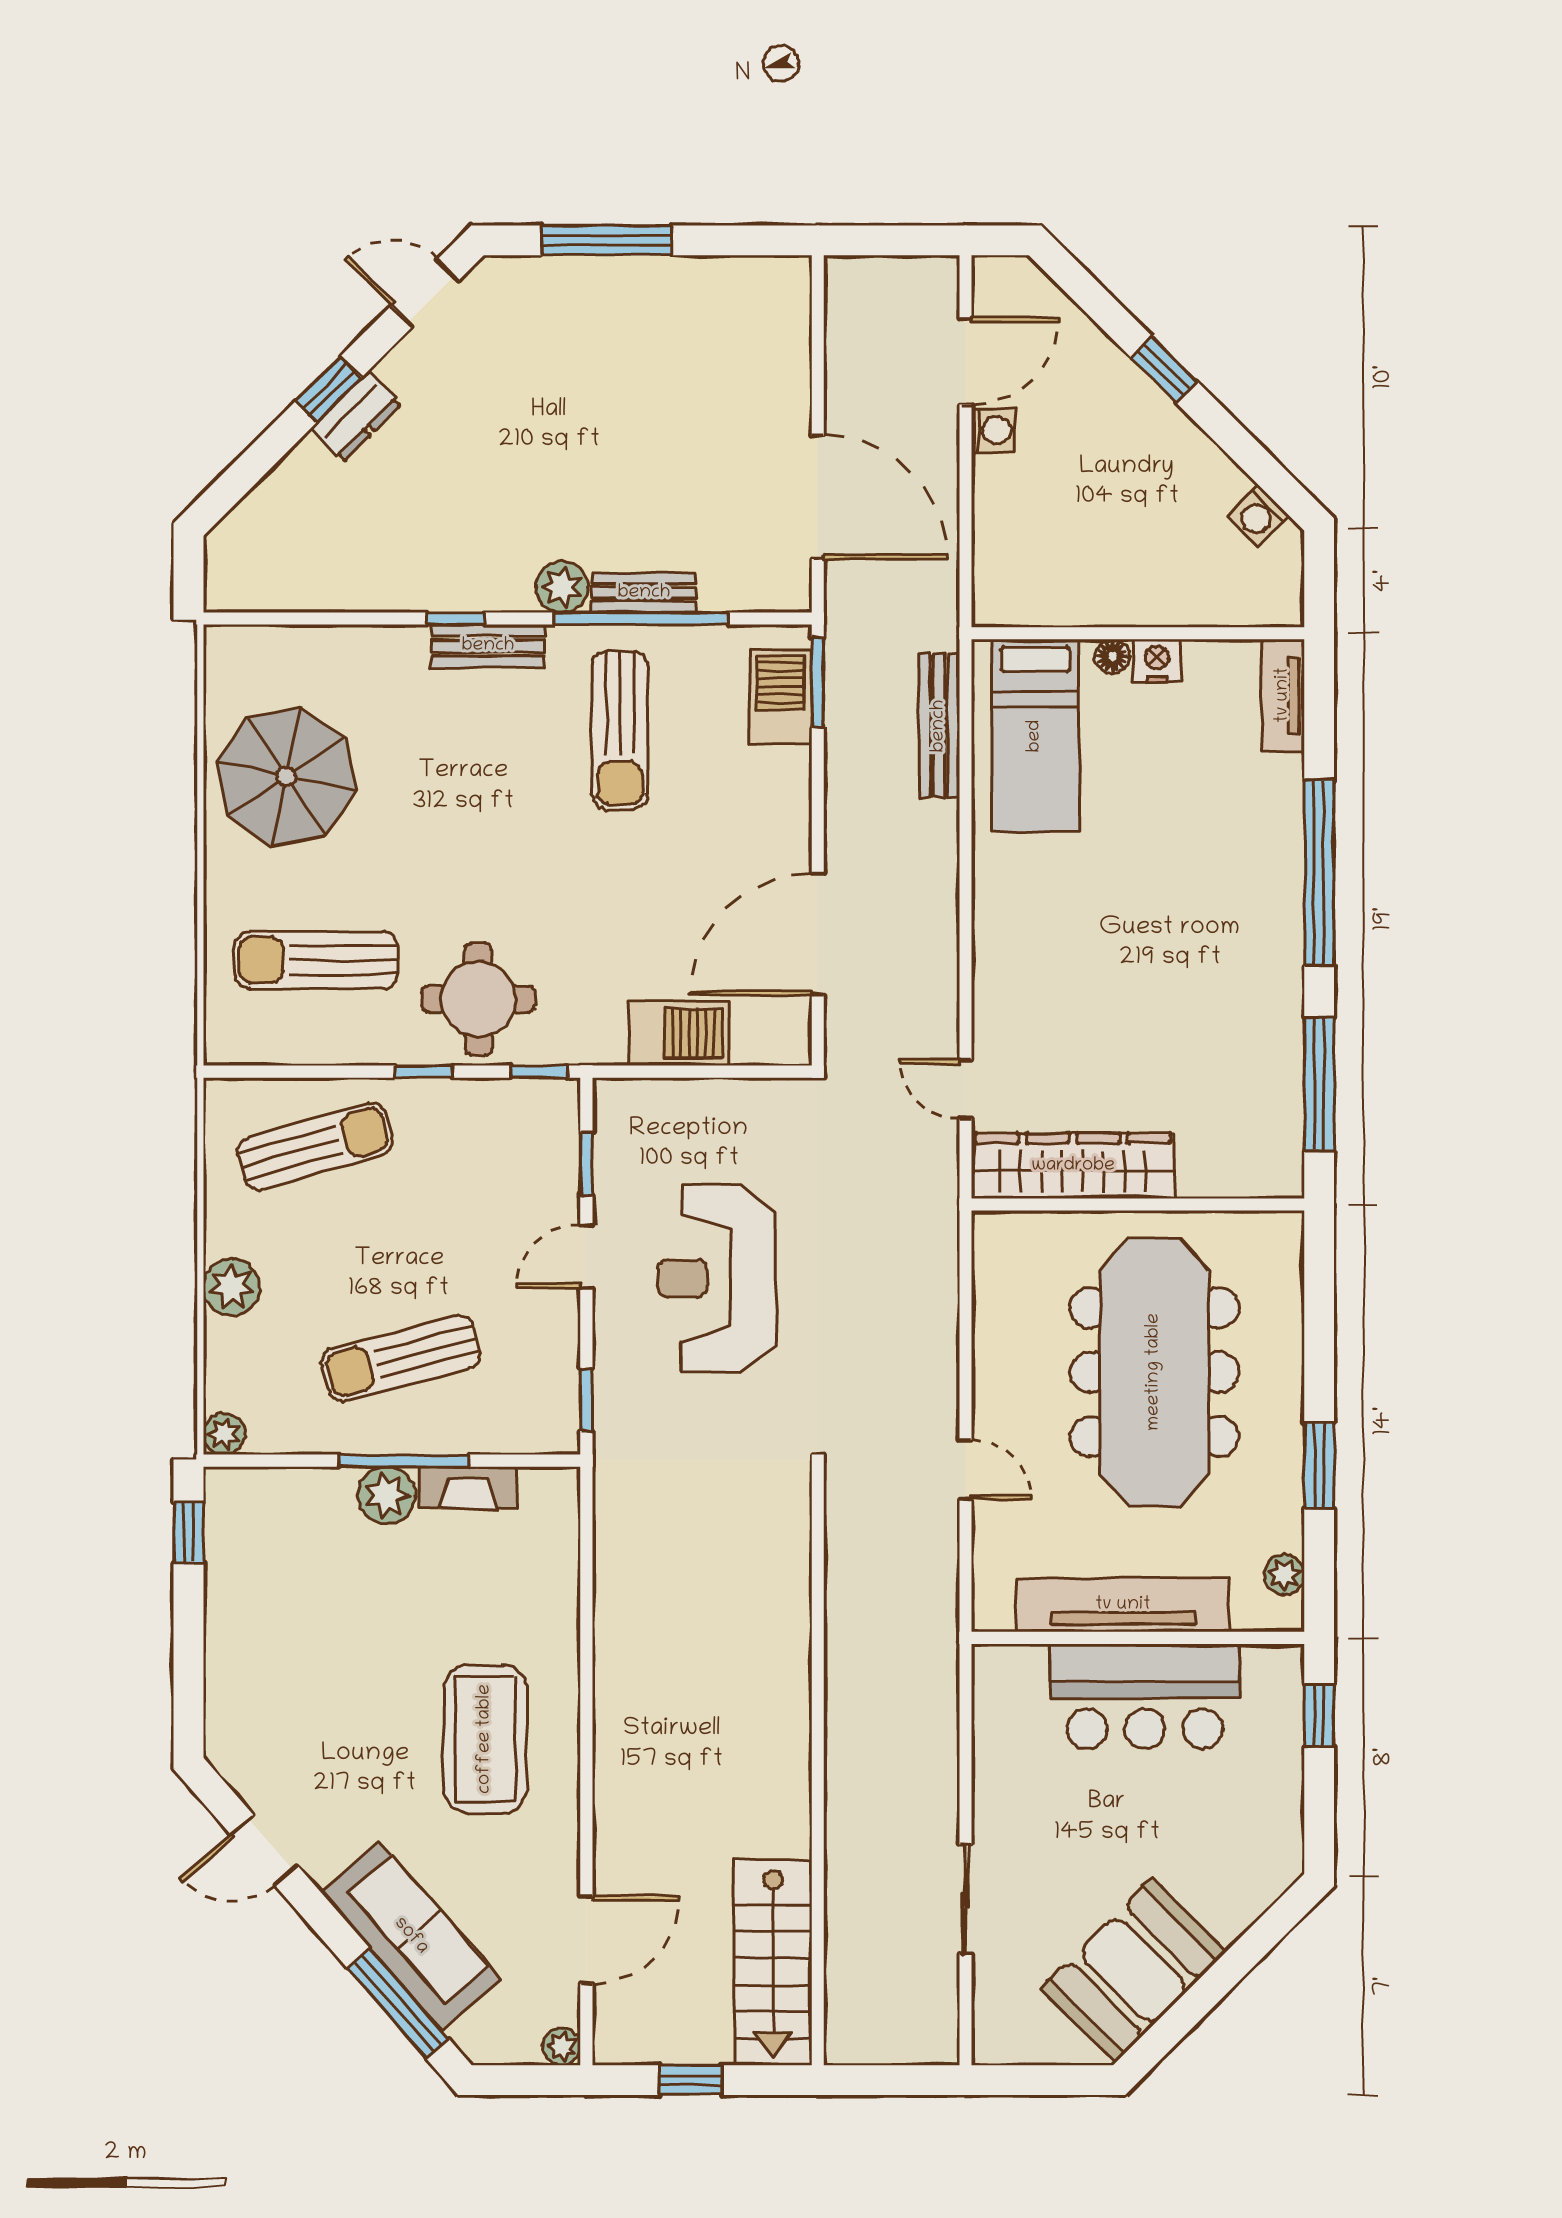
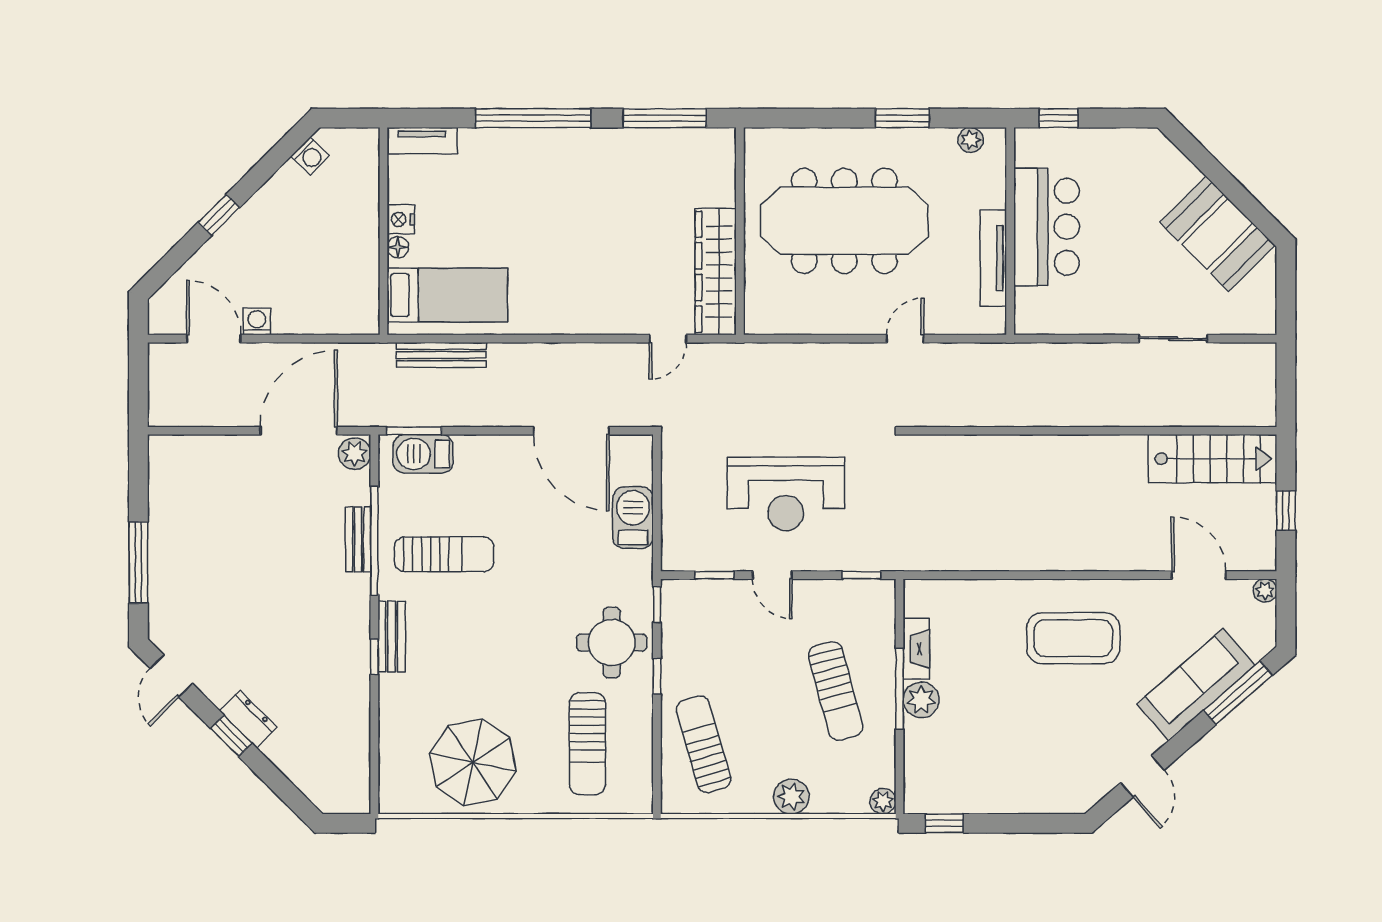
plant: (562, 587) -> (355, 454), moved
tv unit: (1123, 1605) -> (993, 258), width x0.73, depth x0.78

